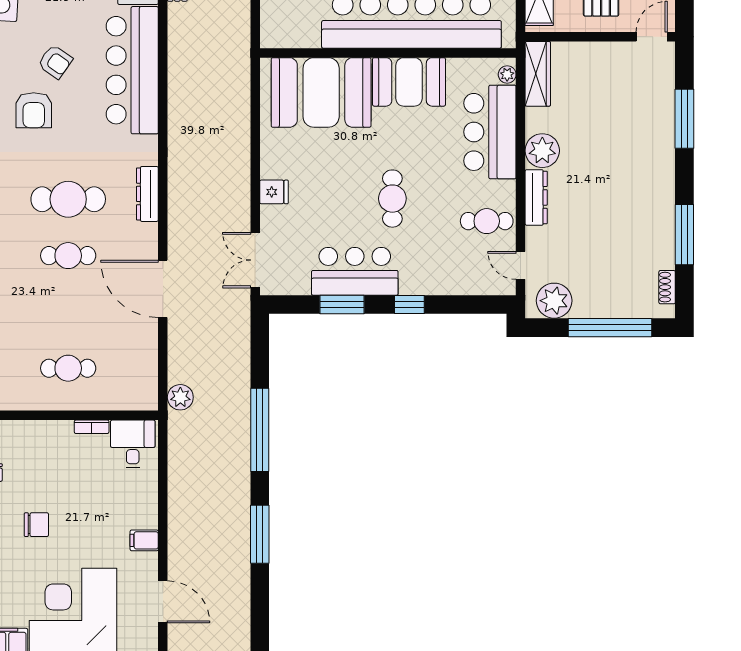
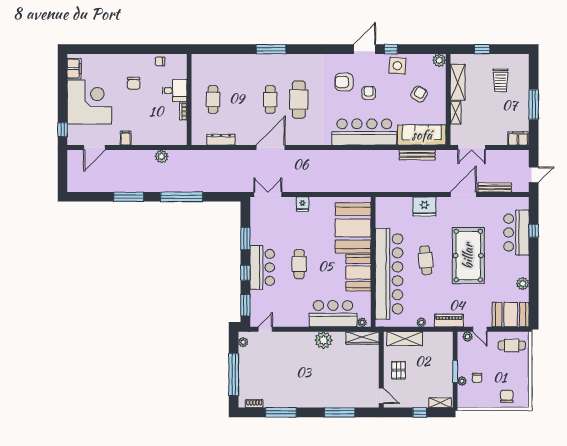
armchair: (55, 62) -> (369, 93), turned 145
dresser: (147, 194) -> (221, 140), moved
dresser: (536, 197) -> (300, 337), removed
cafe table: (392, 199) -> (299, 264), turned 90
cafe table: (487, 221) -> (288, 312), removed
bar counter: (355, 271) -> (262, 267), moved
door: (163, 289) -> (271, 148), moved
plant: (554, 301) -> (243, 342), width x0.53, depth x0.53
window: (473, 305) -> (245, 305), added
plant: (180, 397) -> (162, 156), moved
desk: (133, 444) -> (175, 91), moved

